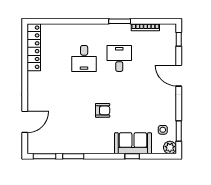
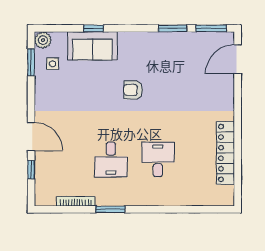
window: (179, 39) -> (31, 170), moved
locker: (34, 47) -> (225, 153), moved
door: (25, 122) -> (238, 59), moved

